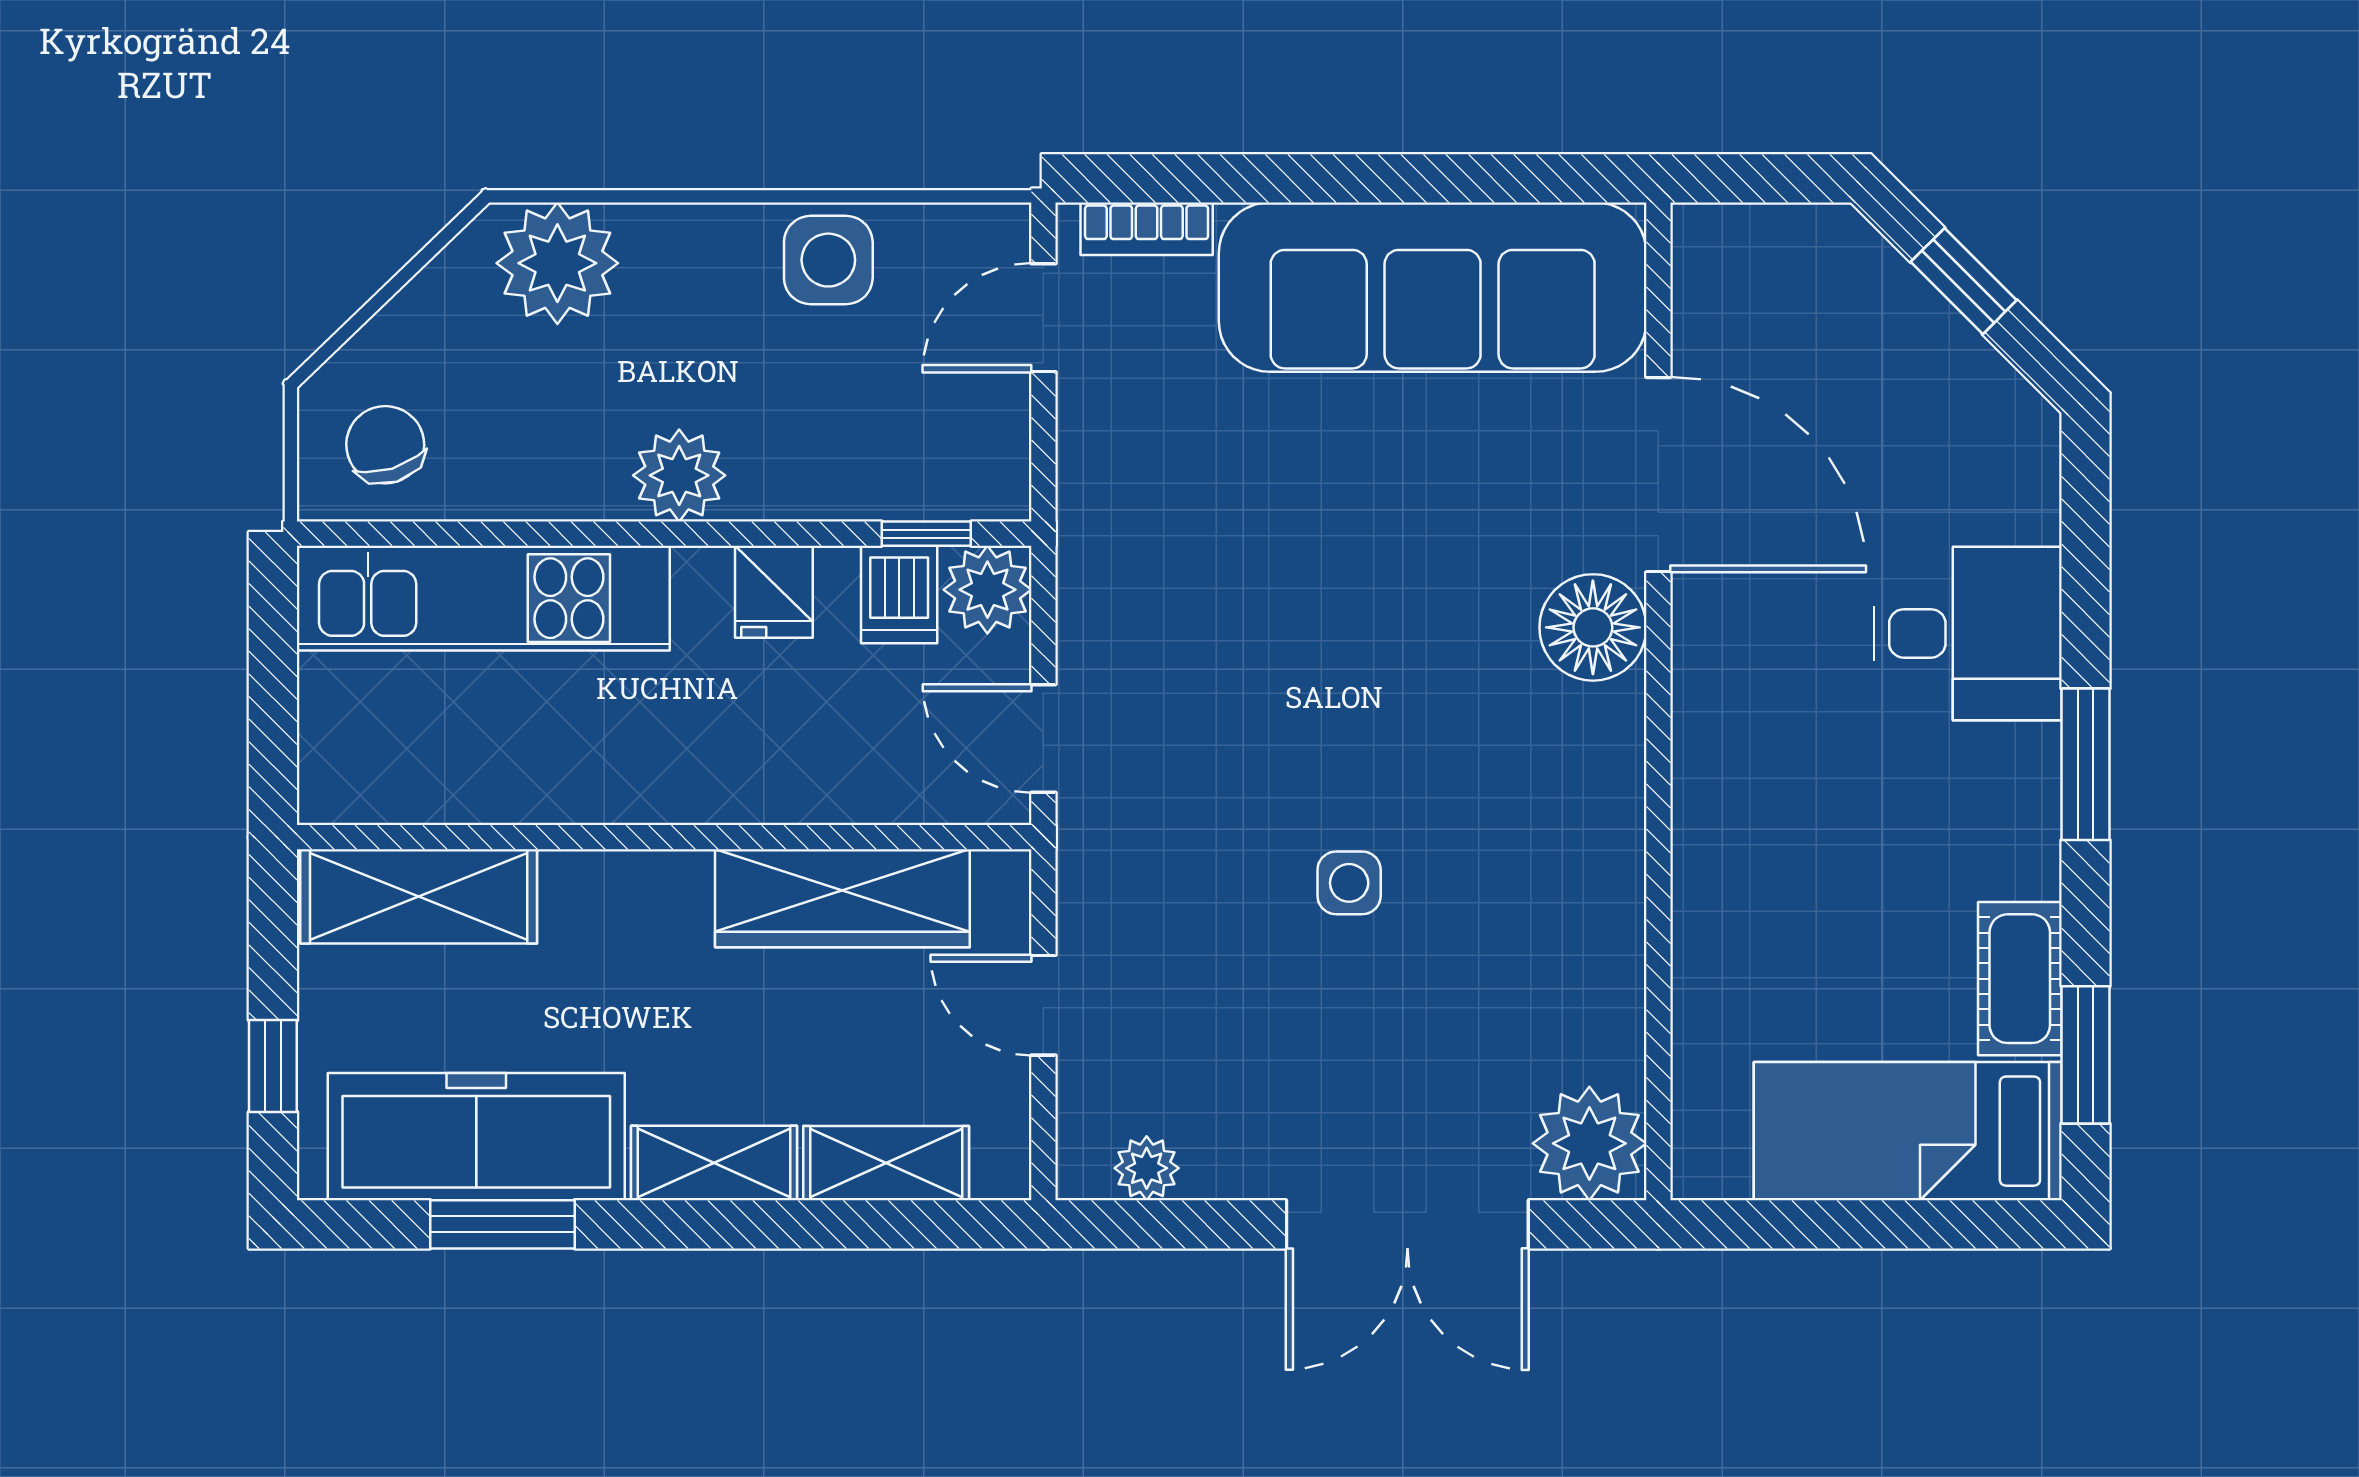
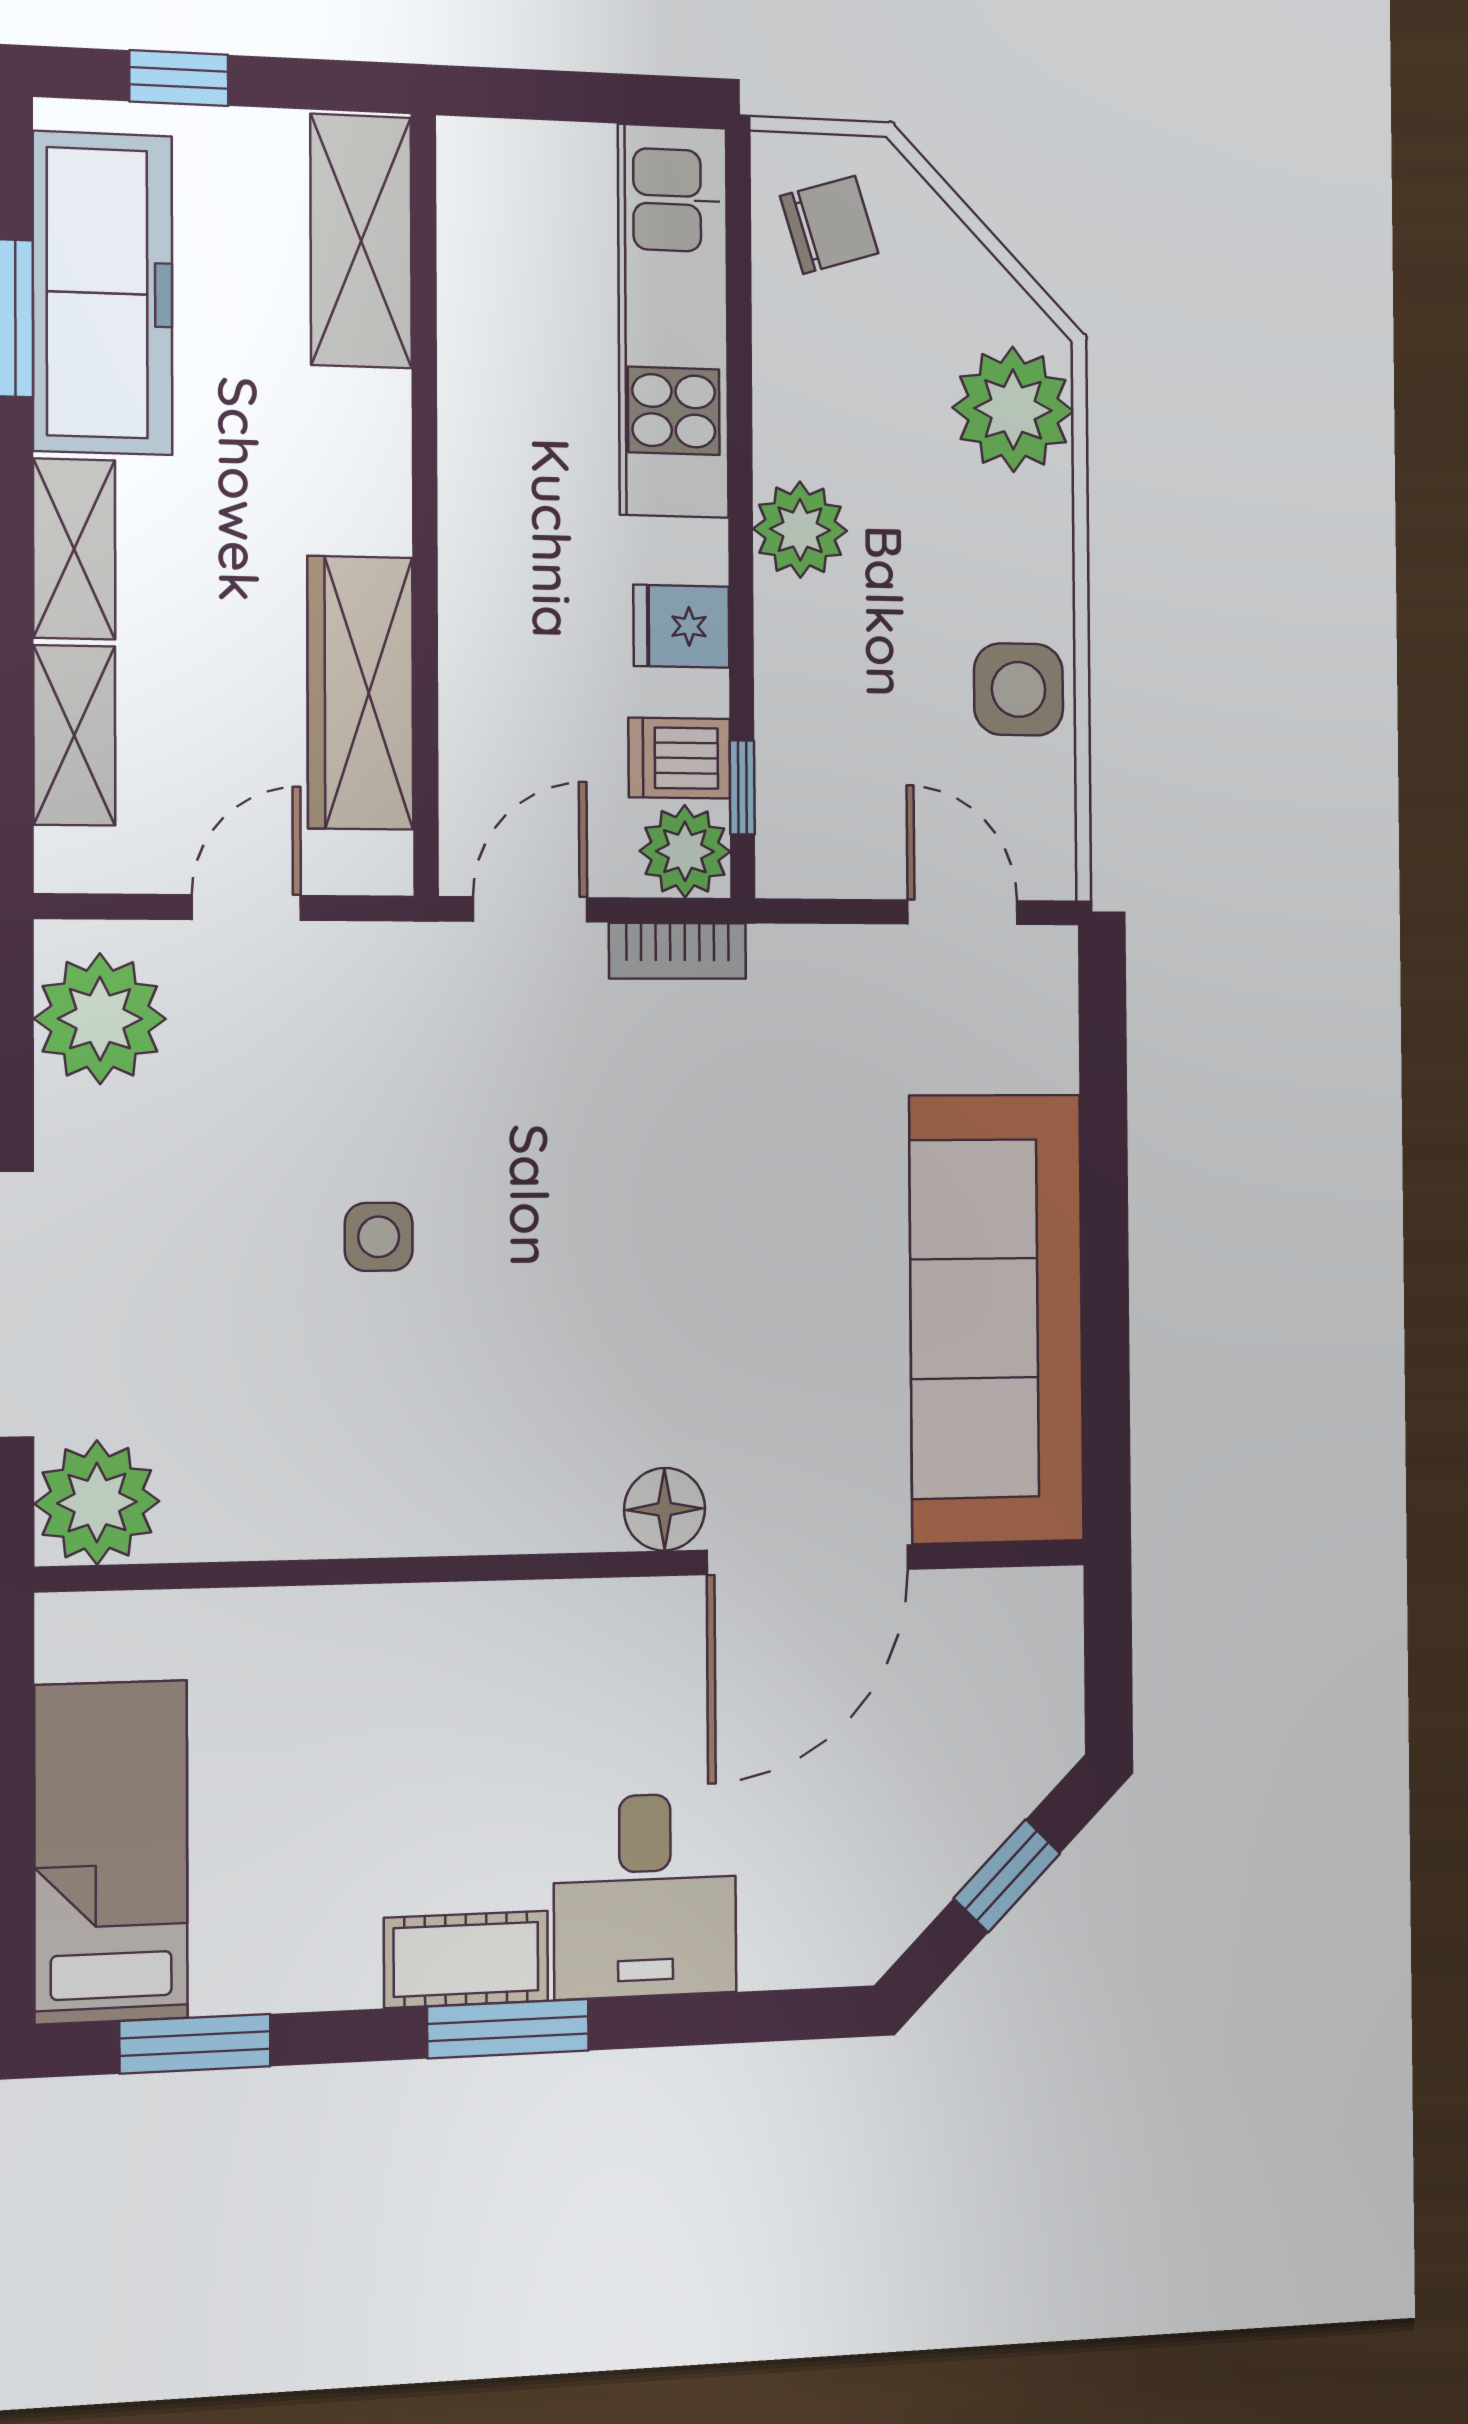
bookcase: (1147, 229) -> (677, 951), moved, turned -90
floor lamp: (1593, 627) -> (665, 1509), width x0.73, depth x0.73
cot: (2020, 979) -> (466, 1959), moved
plant: (1147, 1168) -> (100, 1019), width x1.87, depth x1.87

